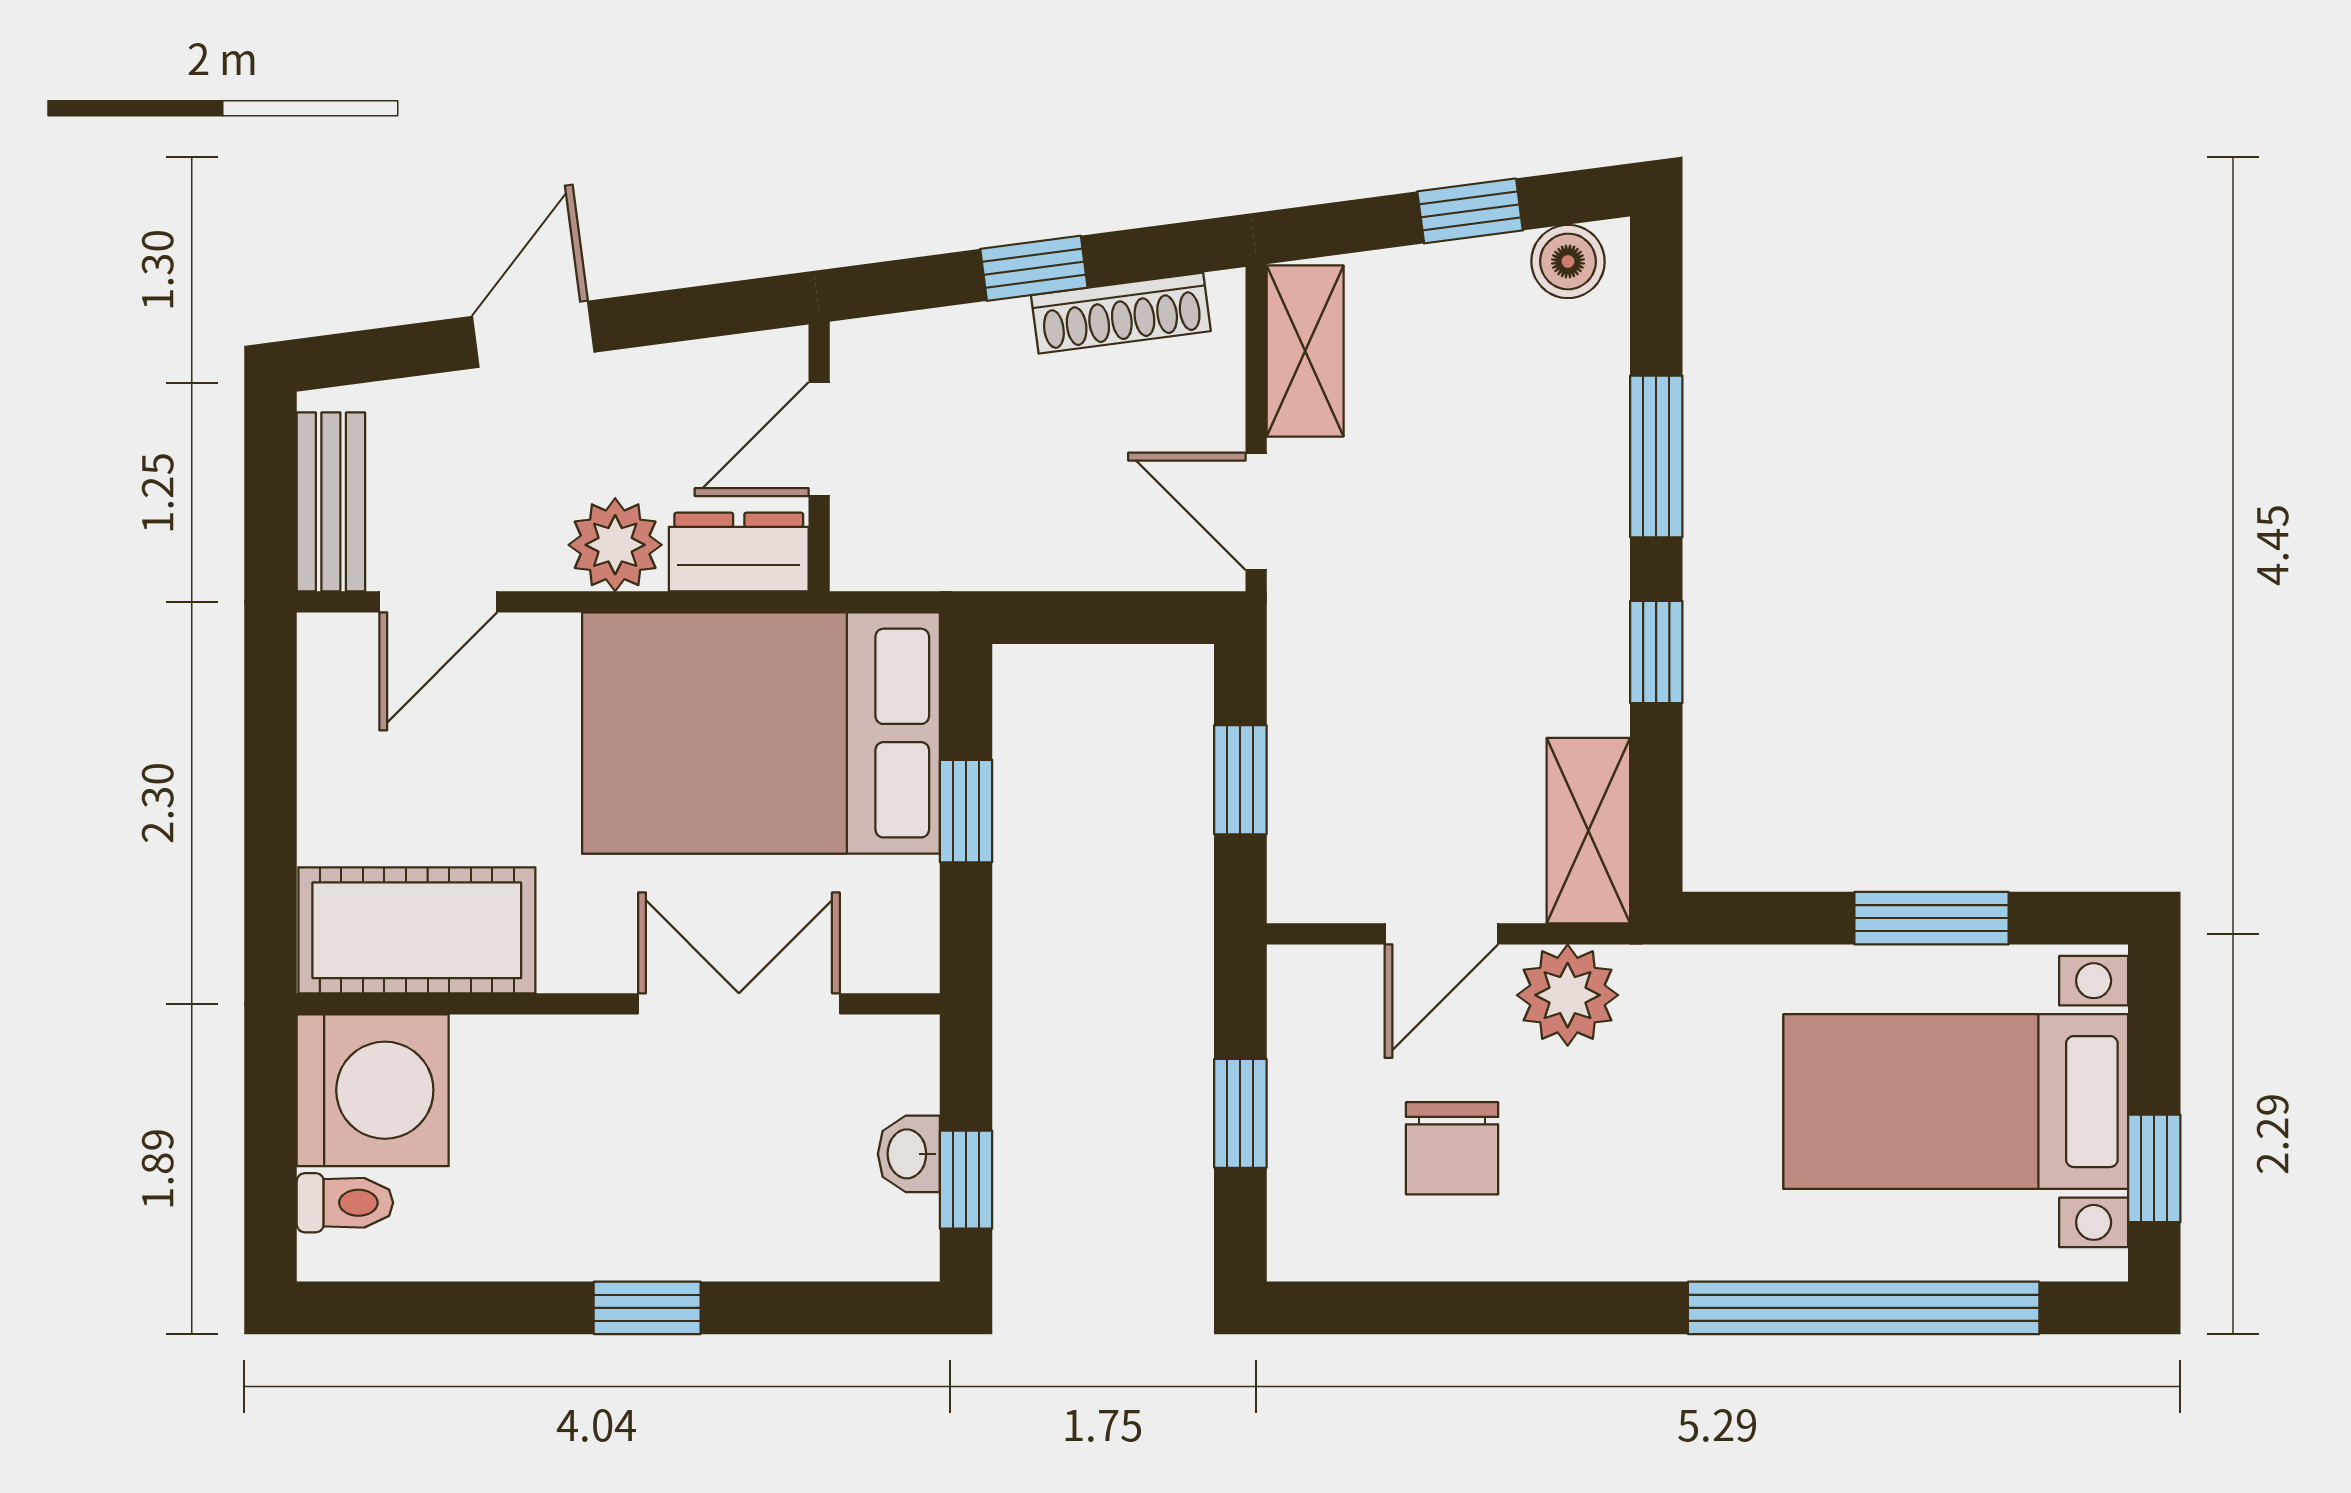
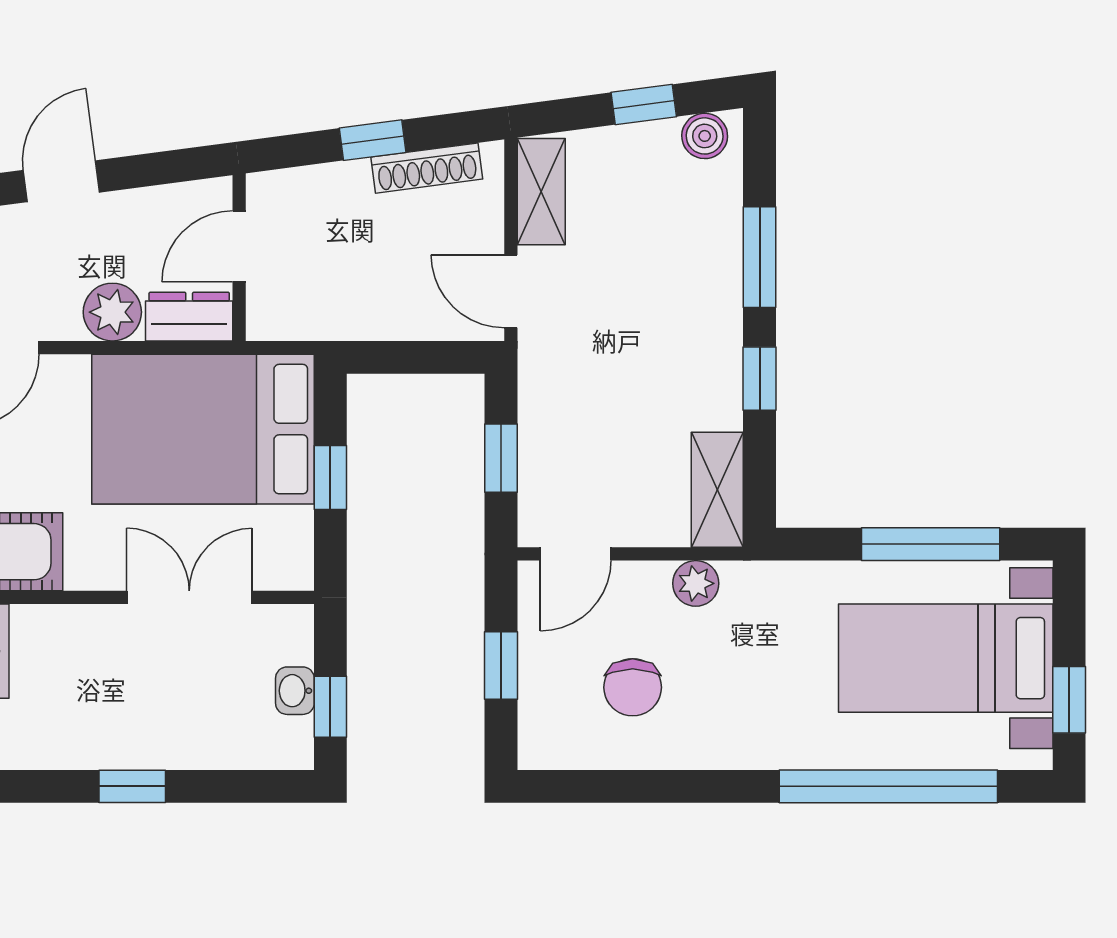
window: (1932, 918) -> (931, 544), width x1.44
door: (1441, 934) -> (576, 554), moved
plant: (1568, 995) -> (696, 583), width x0.73, depth x0.73

